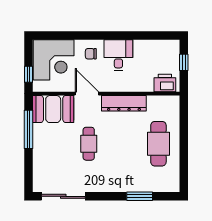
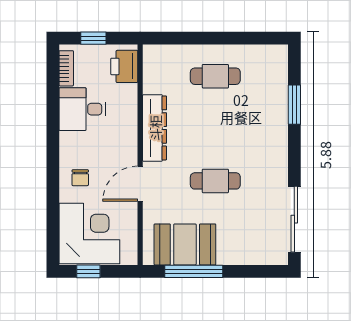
bookcase: (164, 44) -> (66, 68), added
desk: (118, 55) -> (82, 109), moved
window: (29, 74) -> (88, 271), moved
booth: (53, 109) -> (185, 244), moved, turned 90
cafe table: (158, 144) -> (215, 76), width x0.73, depth x0.74

